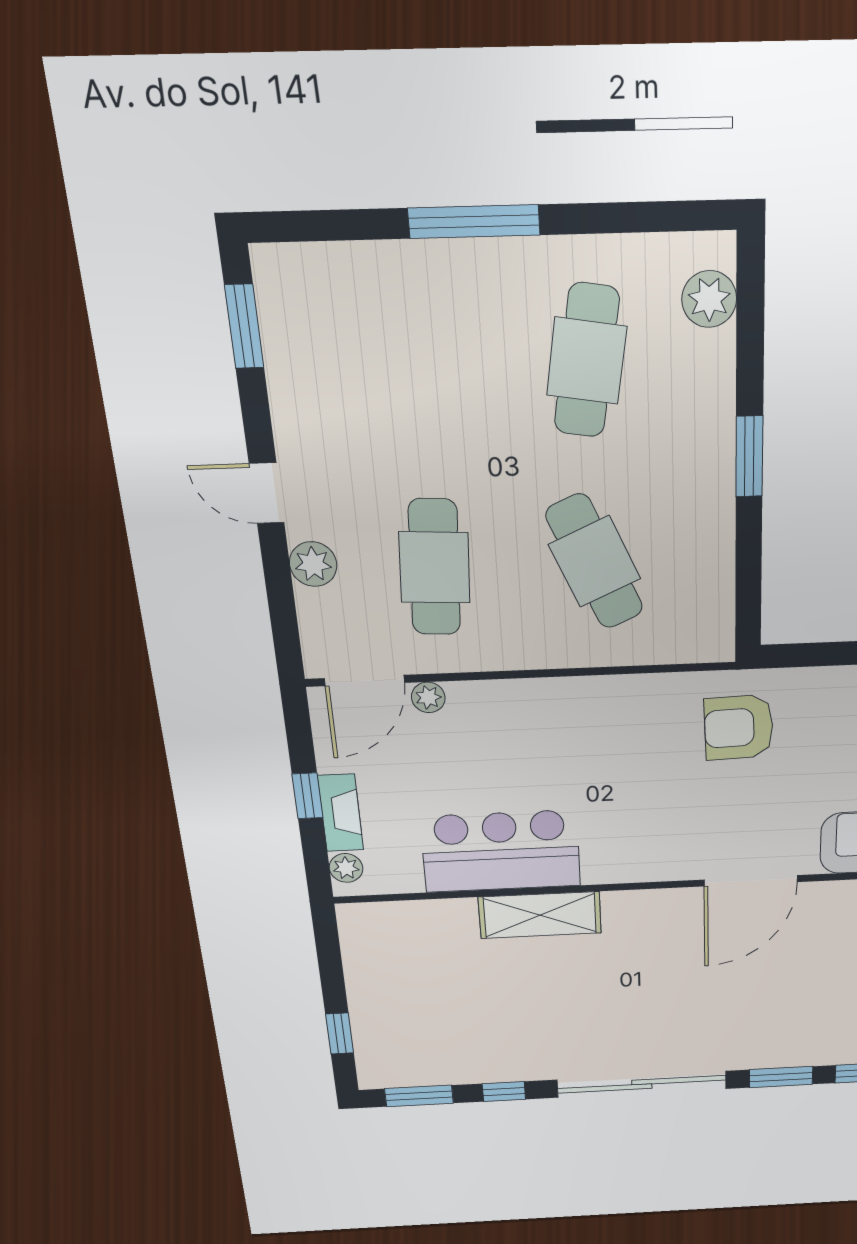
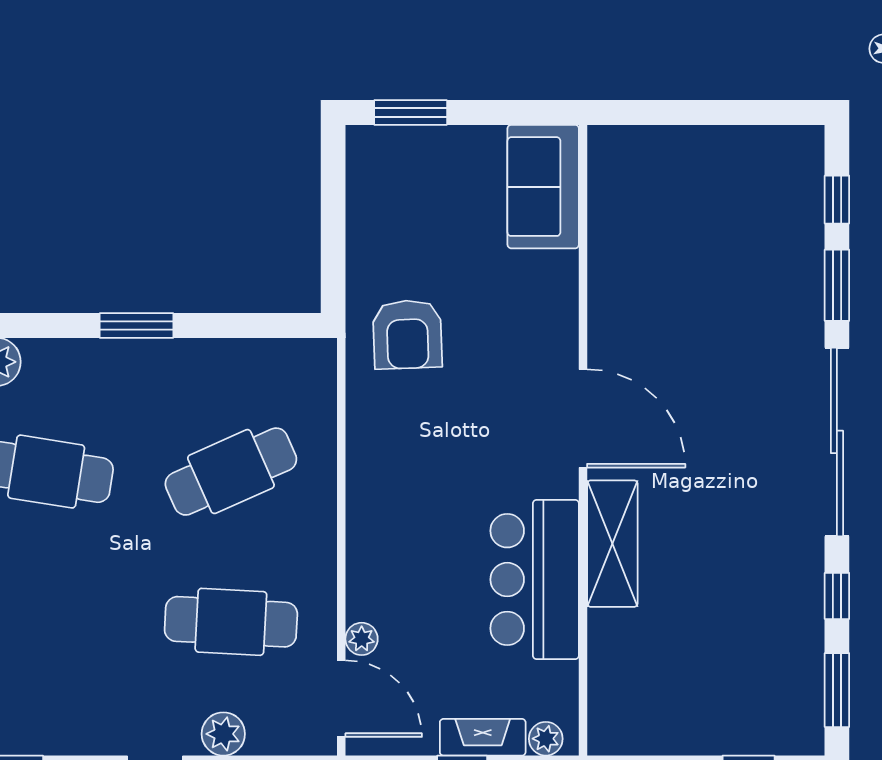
door: (751, 881) -> (583, 418), moved

